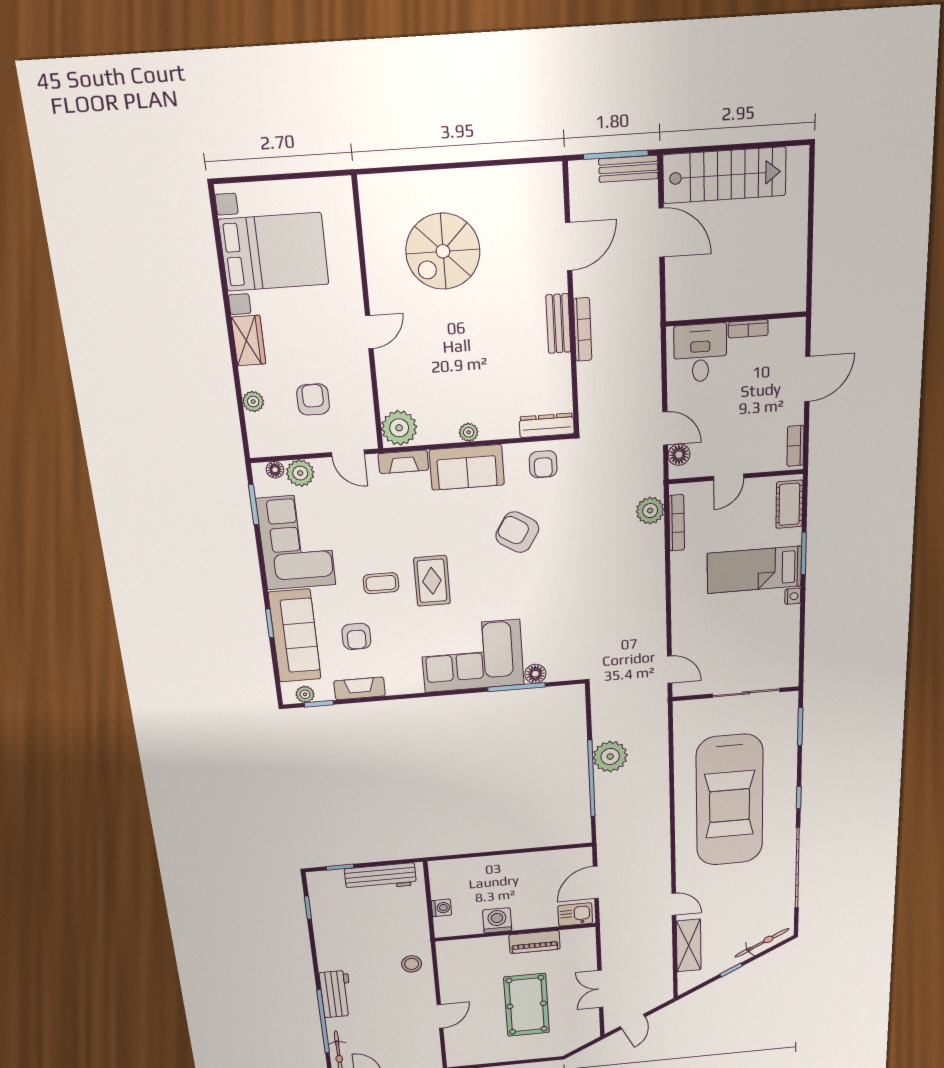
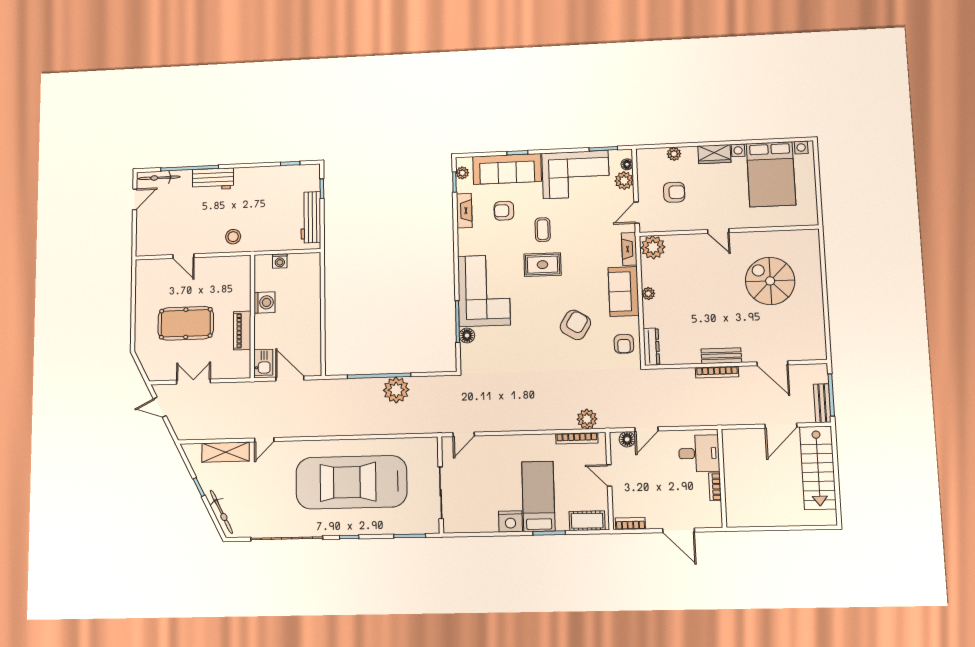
armchair: (543, 464) -> (624, 344), turned -90
nightstand: (793, 596) -> (510, 521), width x1.89, depth x1.79

